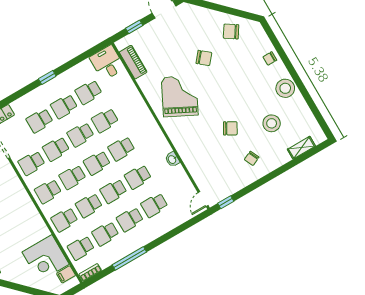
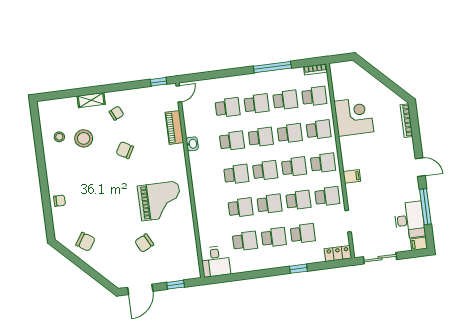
chair: (204, 58) -> (144, 243), moved, turned -67
piano: (133, 62) -> (174, 127), moved
window: (47, 78) -> (298, 269), moved
stool: (285, 88) -> (59, 137), moved, width x0.53, depth x0.53
grand piano: (180, 96) -> (160, 201), turned -117
shelving: (301, 148) -> (91, 100), moved
corner desk: (46, 258) -> (354, 117), moved
filing cabinet: (66, 274) -> (352, 176), moved

